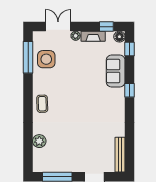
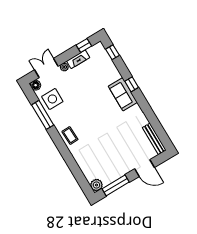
floor lamp: (119, 37) -> (36, 85), moved
window: (28, 57) -> (43, 115), moved
sofa: (116, 71) -> (123, 94), moved
plant: (39, 141) -> (96, 185), moved

